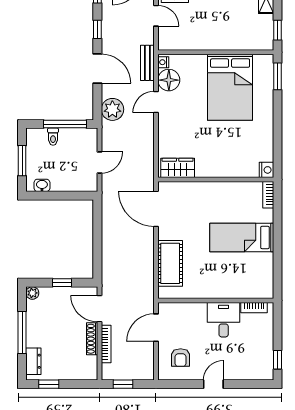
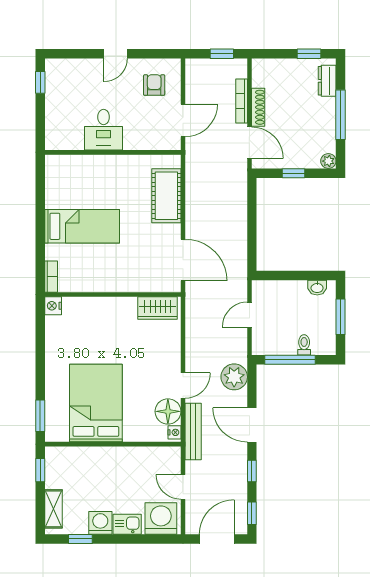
bench: (147, 63) -> (193, 432), width x1.36
bookcase: (254, 308) -> (68, 144), removed

